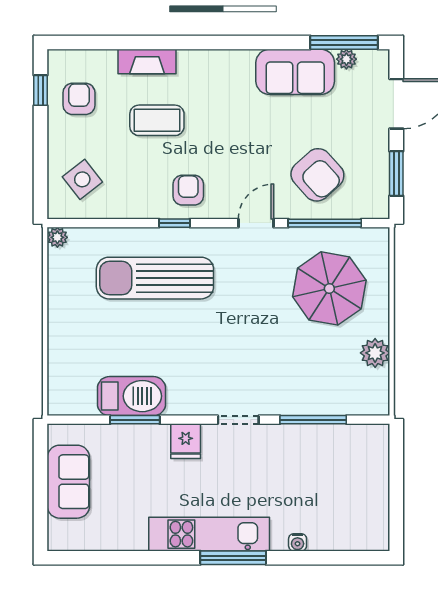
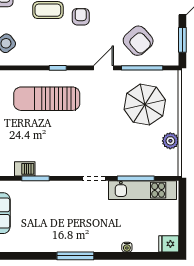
armchair: (188, 190) -> (81, 17), moved
barbecue: (131, 396) -> (25, 169), width x0.53, depth x0.65
fridge: (186, 441) -> (169, 244), moved, turned 90
kitchen unit: (209, 534) -> (143, 190), moved, turned 180
window: (233, 558) -> (75, 256), moved

